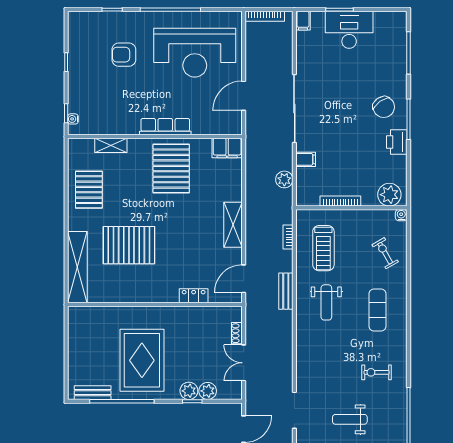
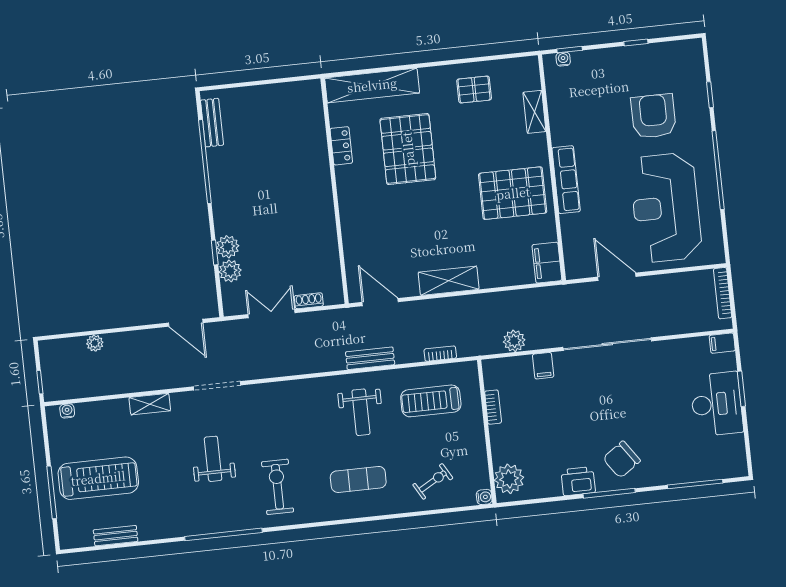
armchair: (124, 55) -> (653, 116), width x1.36, depth x1.36
pallet: (89, 190) -> (474, 90), width x0.67, depth x0.71
bookcase: (340, 201) -> (493, 407), width x0.64
locker: (194, 296) -> (341, 146), moved
weight bench: (326, 302) -> (361, 412), turned -90
rug: (142, 360) -> (261, 182), removed
exercise bike: (377, 372) -> (277, 487), width x1.38, depth x1.39

